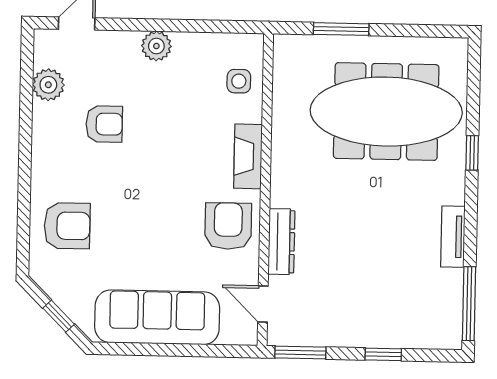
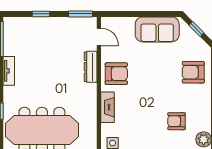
armchair: (228, 226) -> (116, 74), turned -90
sofa: (157, 317) -> (157, 29), width x0.73

